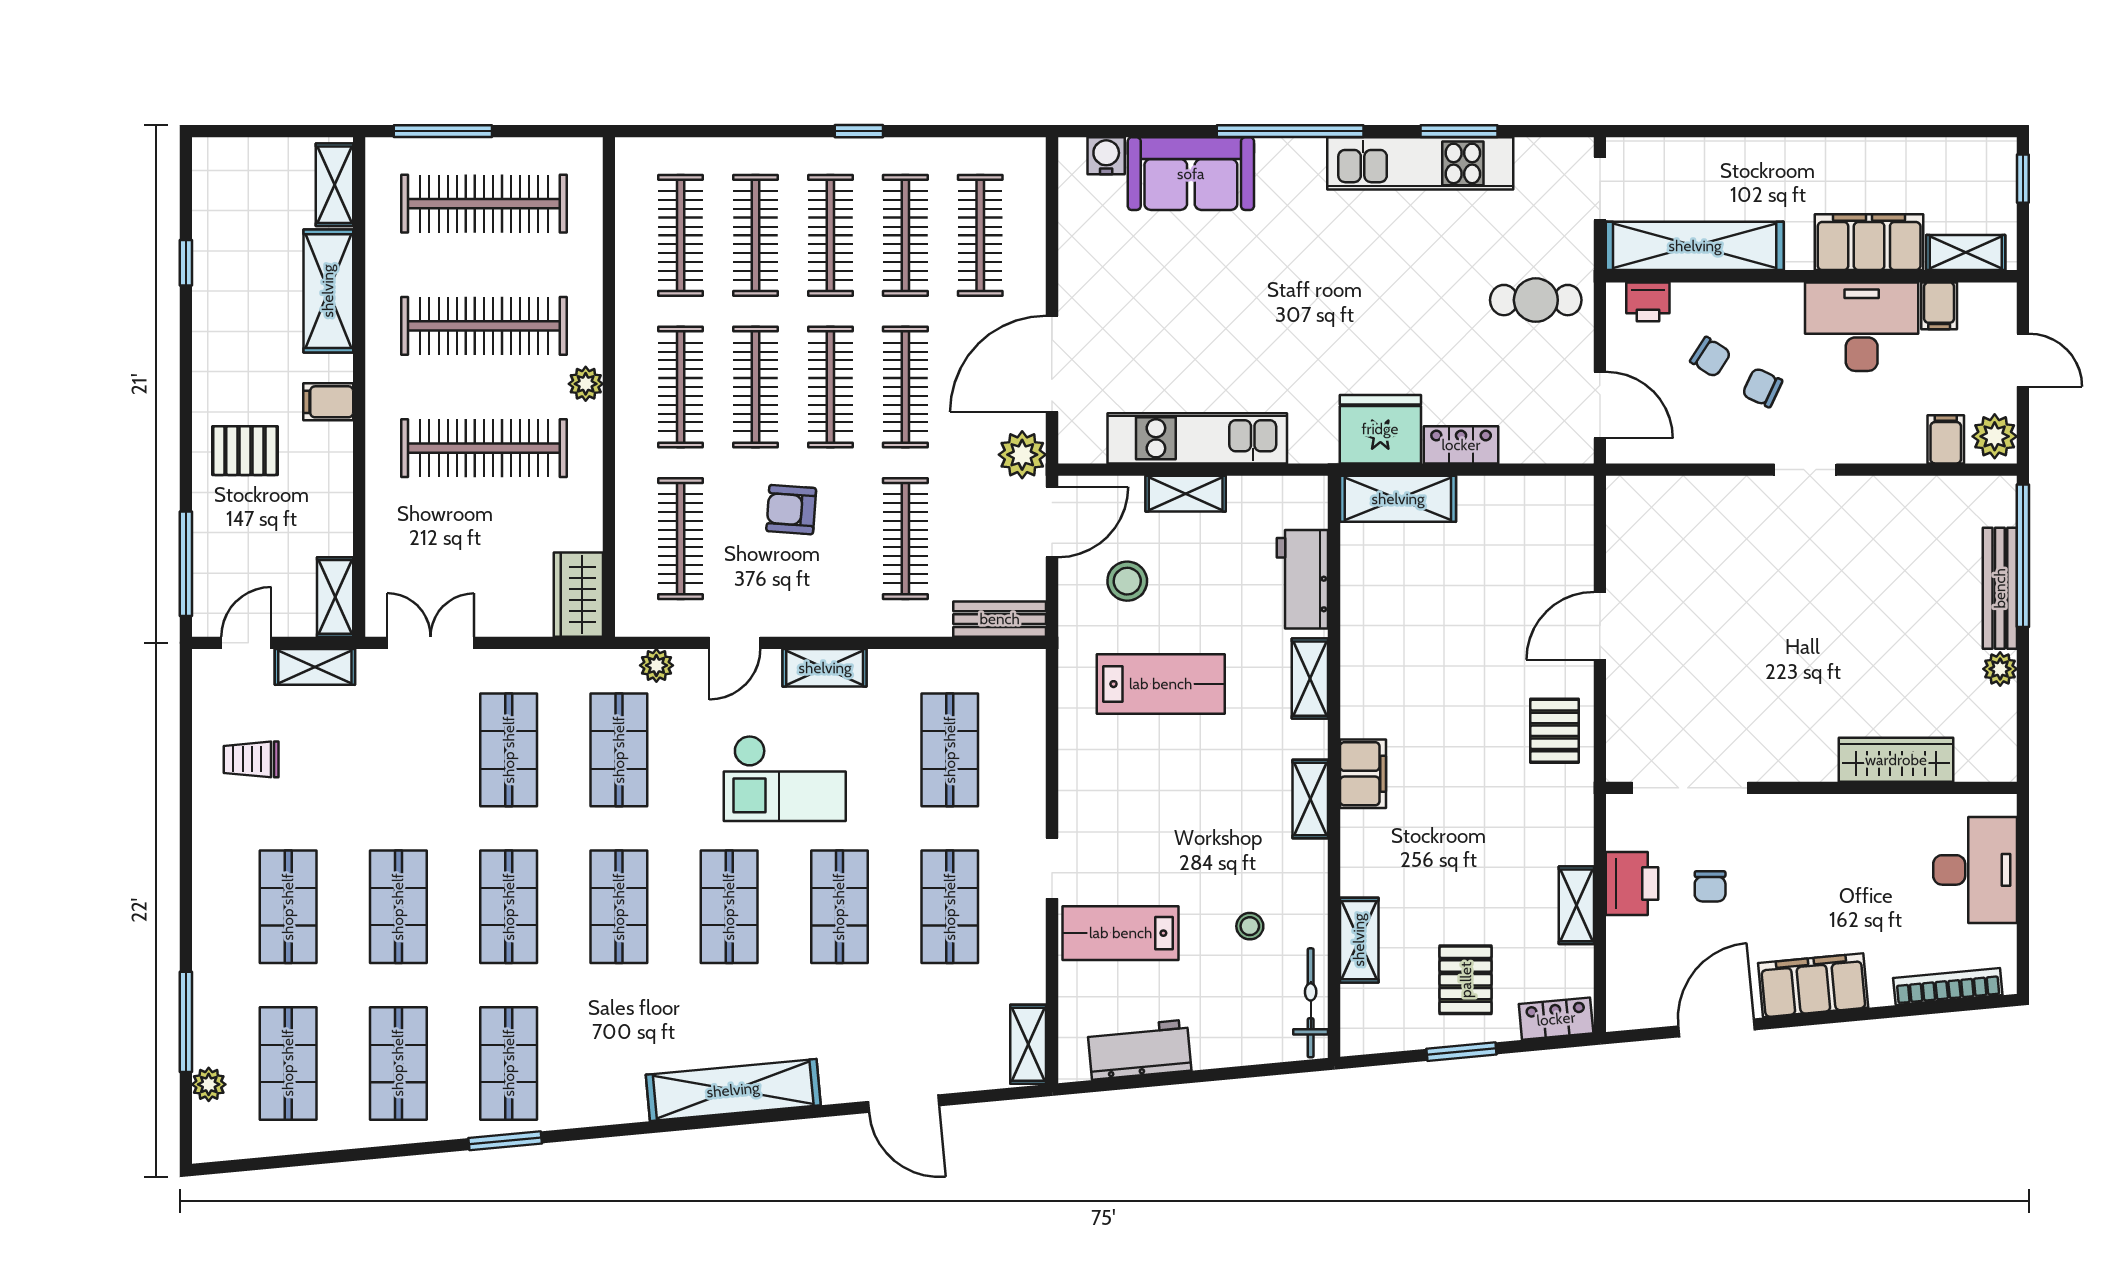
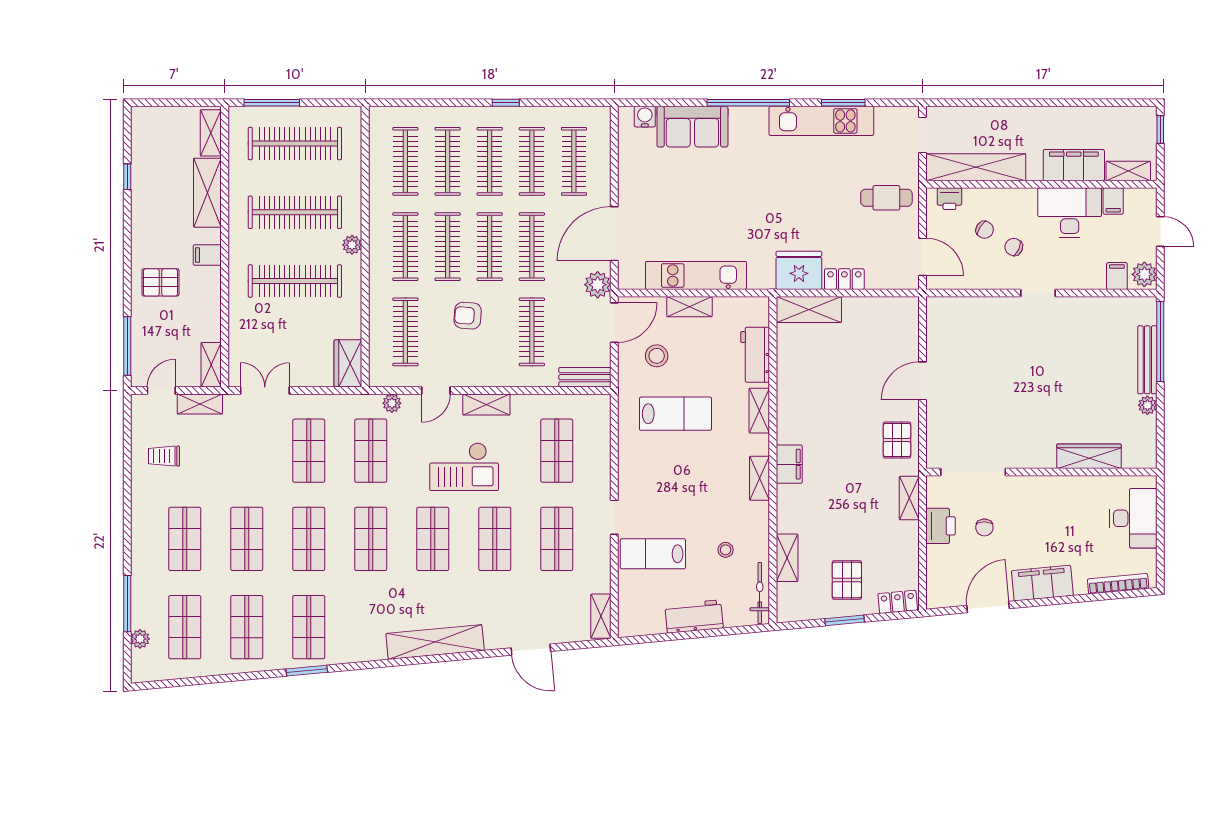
shelving: (1576, 905) -> (909, 498), moved
workbench: (1139, 1050) -> (694, 617), moved

